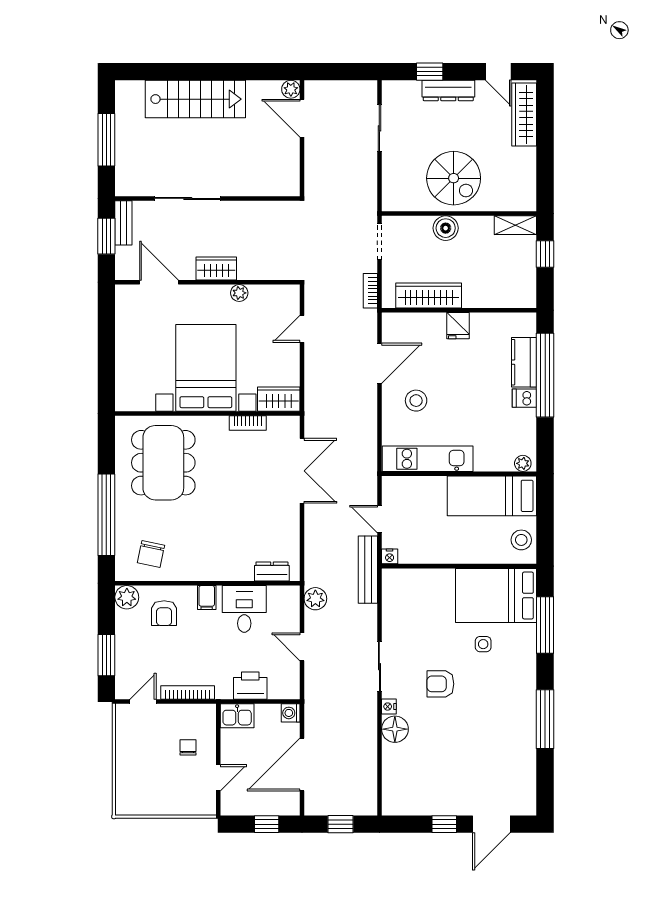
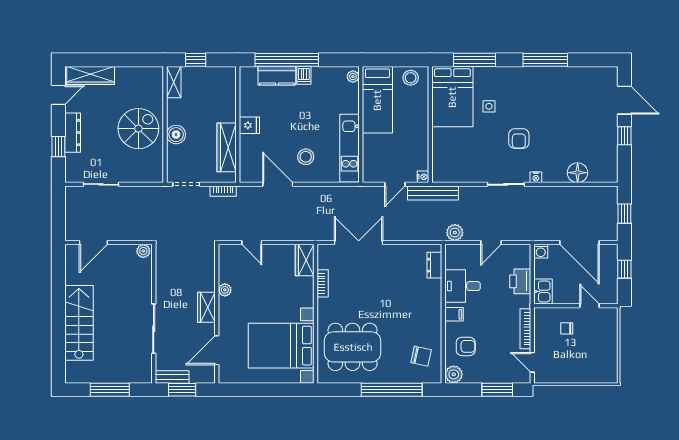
plant: (291, 89) -> (143, 251), moved
bed with nightstands: (206, 368) -> (281, 346), moved
floor lamp: (395, 729) -> (578, 173), moved

